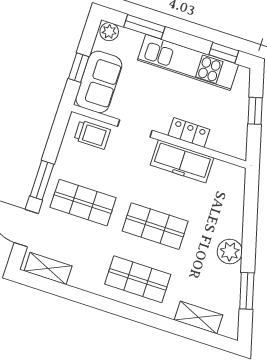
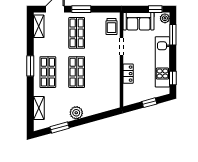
window: (79, 68) -> (155, 9), moved
freezer: (182, 161) -> (113, 75), removed
window: (116, 308) -> (30, 66), added

